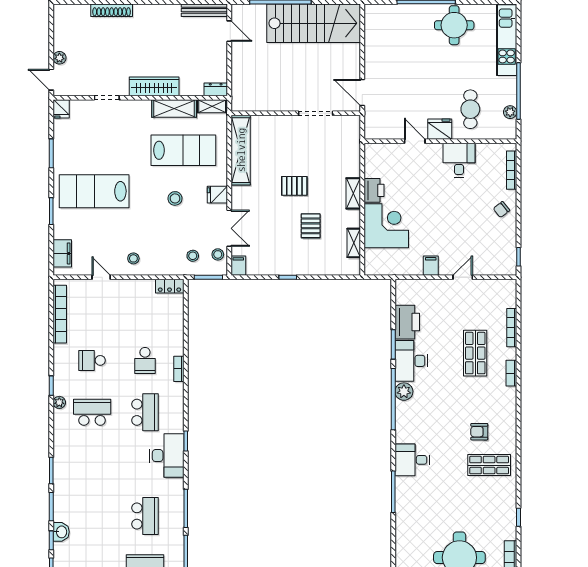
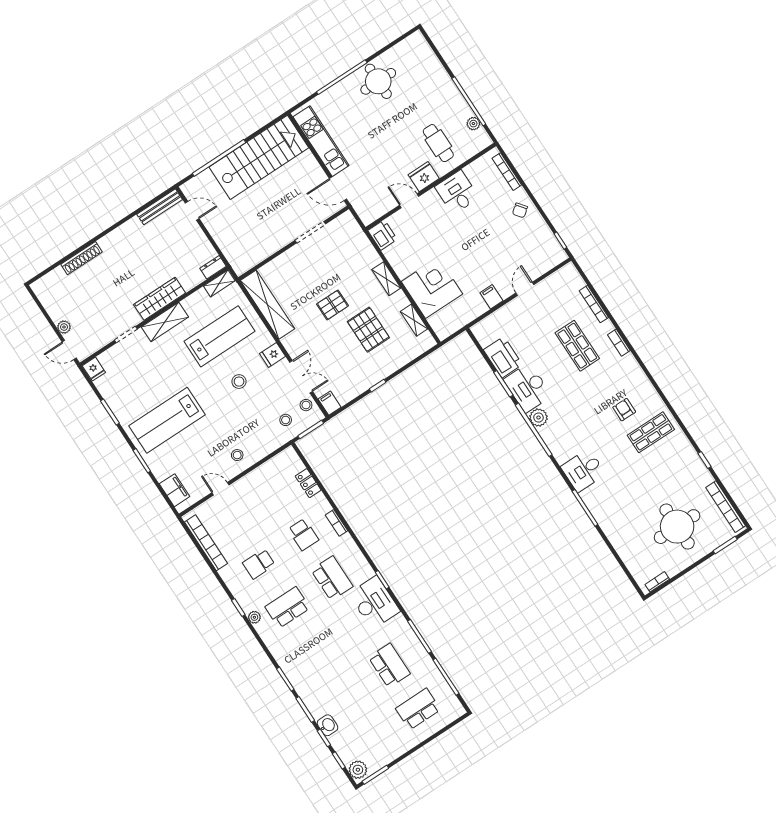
kitchen unit: (507, 40) -> (321, 141), moved, turned 180
shelving: (174, 109) -> (165, 322), moved
printer: (374, 190) -> (383, 235), moved
pallet: (311, 226) -> (368, 330), width x1.50, depth x1.42
locker: (169, 286) -> (308, 483), moved, turned 90
armchair: (479, 432) -> (624, 410), turned 90

